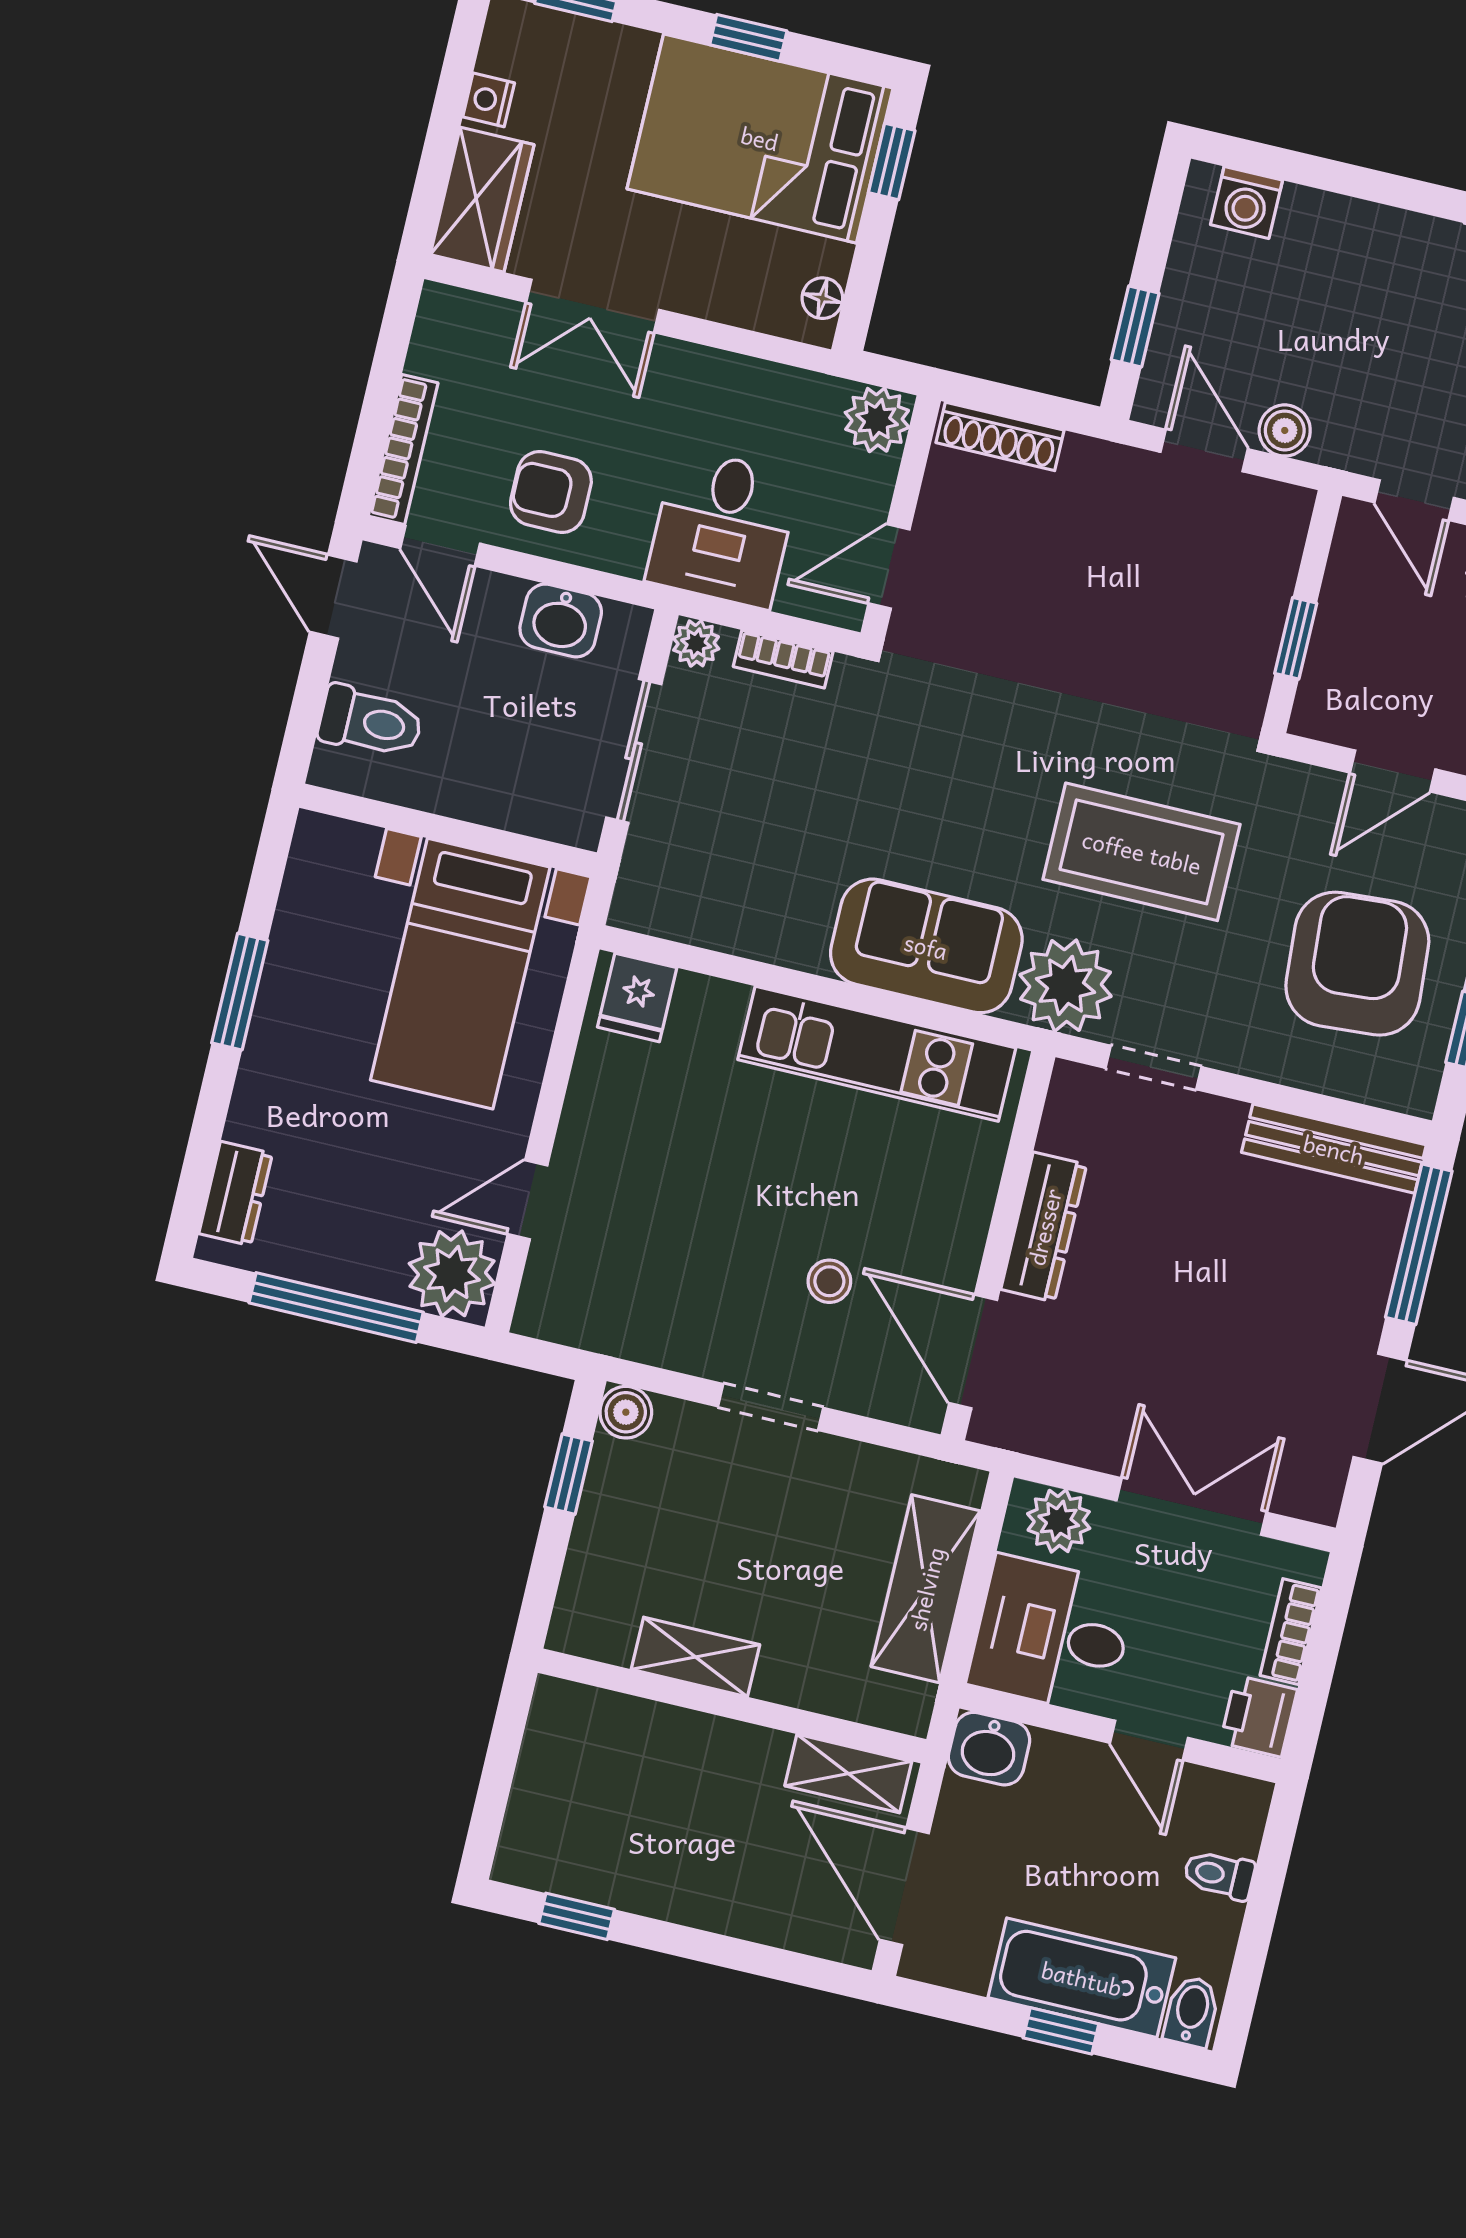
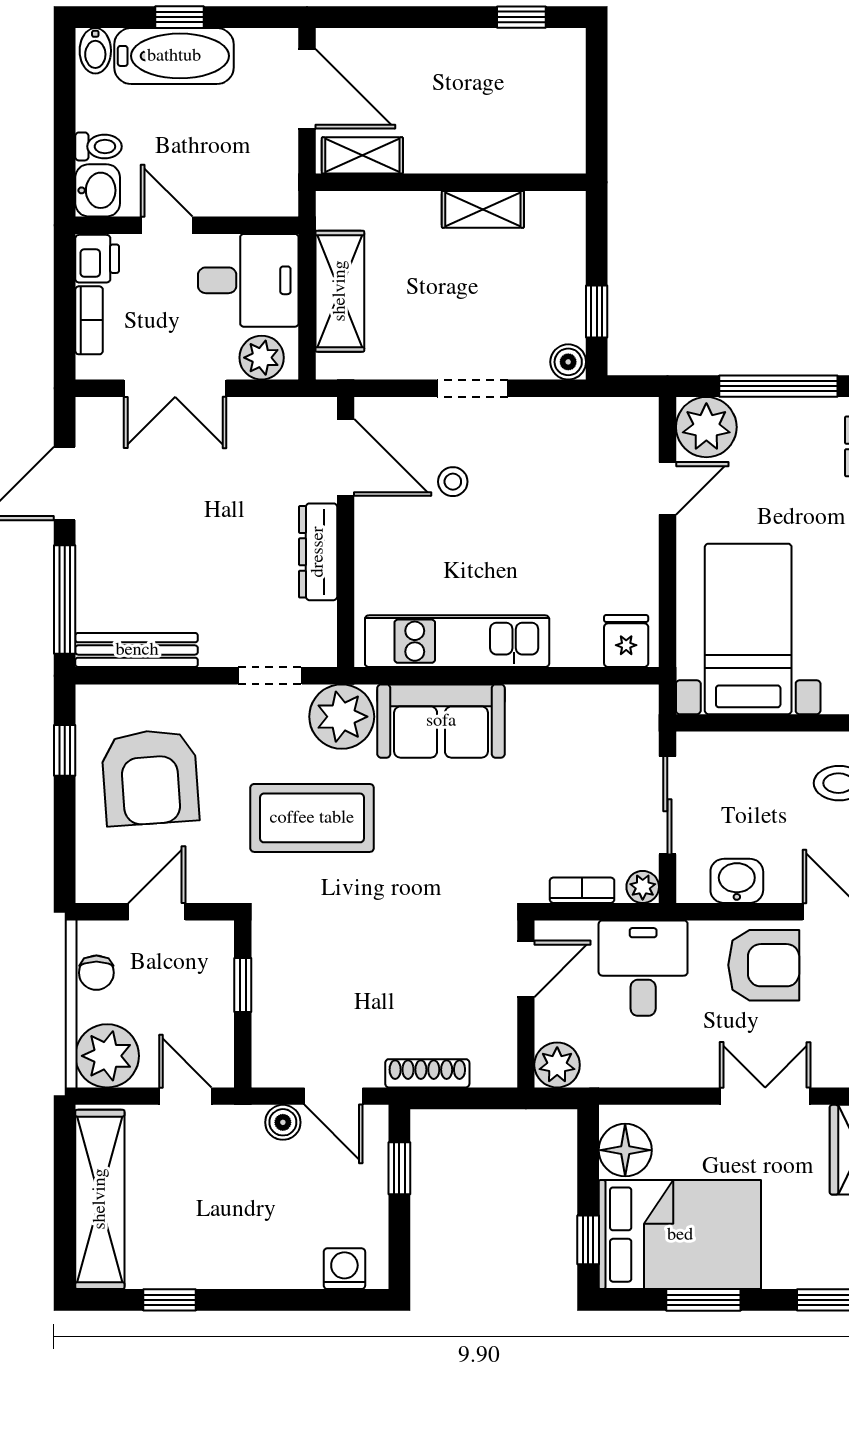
window: (748, 38) -> (703, 1300), width x1.50
floor lamp: (822, 298) -> (625, 1150), width x1.89, depth x1.89
shoe rack: (1000, 436) -> (427, 1073), moved
armchair: (551, 492) -> (764, 965), width x1.38, depth x1.38
washbasin: (989, 1749) -> (98, 190), moved, turned 90

